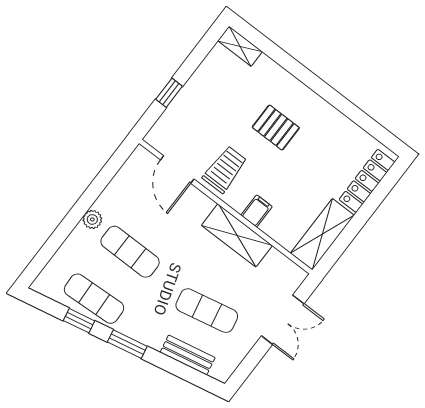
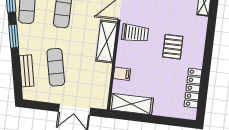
locker: (367, 181) -> (193, 88), moved, turned -90
filing cabinet: (257, 211) -> (122, 74), moved
shelving: (237, 235) -> (107, 41), moved

